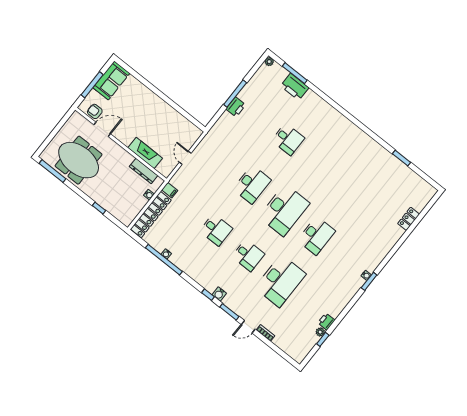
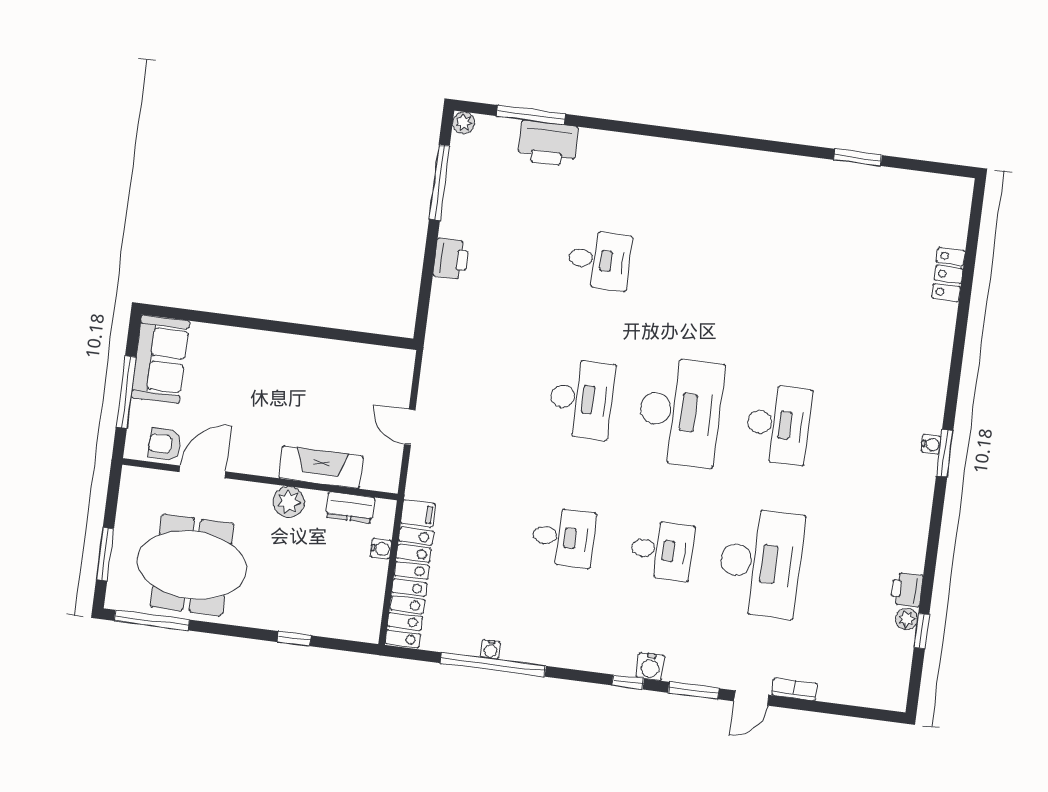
window: (235, 94) -> (439, 182), moved
window: (50, 138) -> (105, 554), added
plant: (126, 158) -> (289, 502), added
dresser: (144, 171) -> (350, 508), width x0.70

